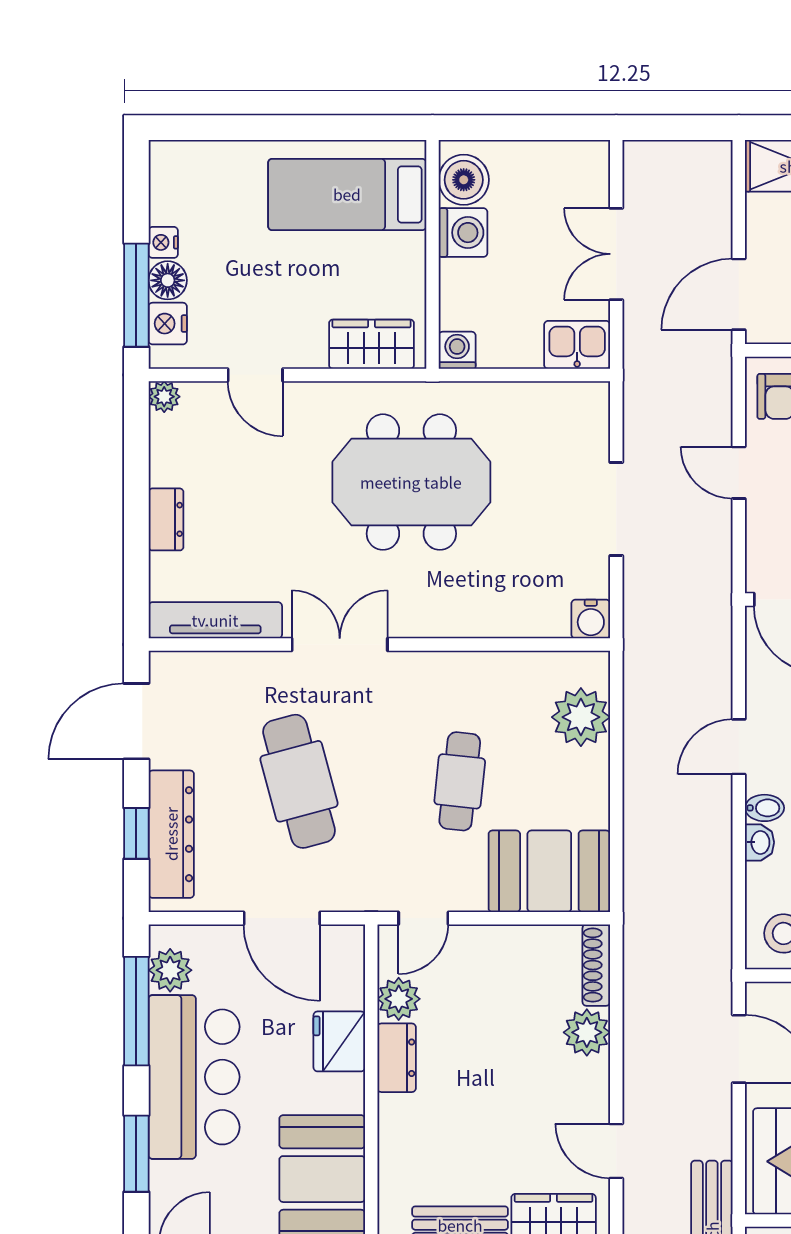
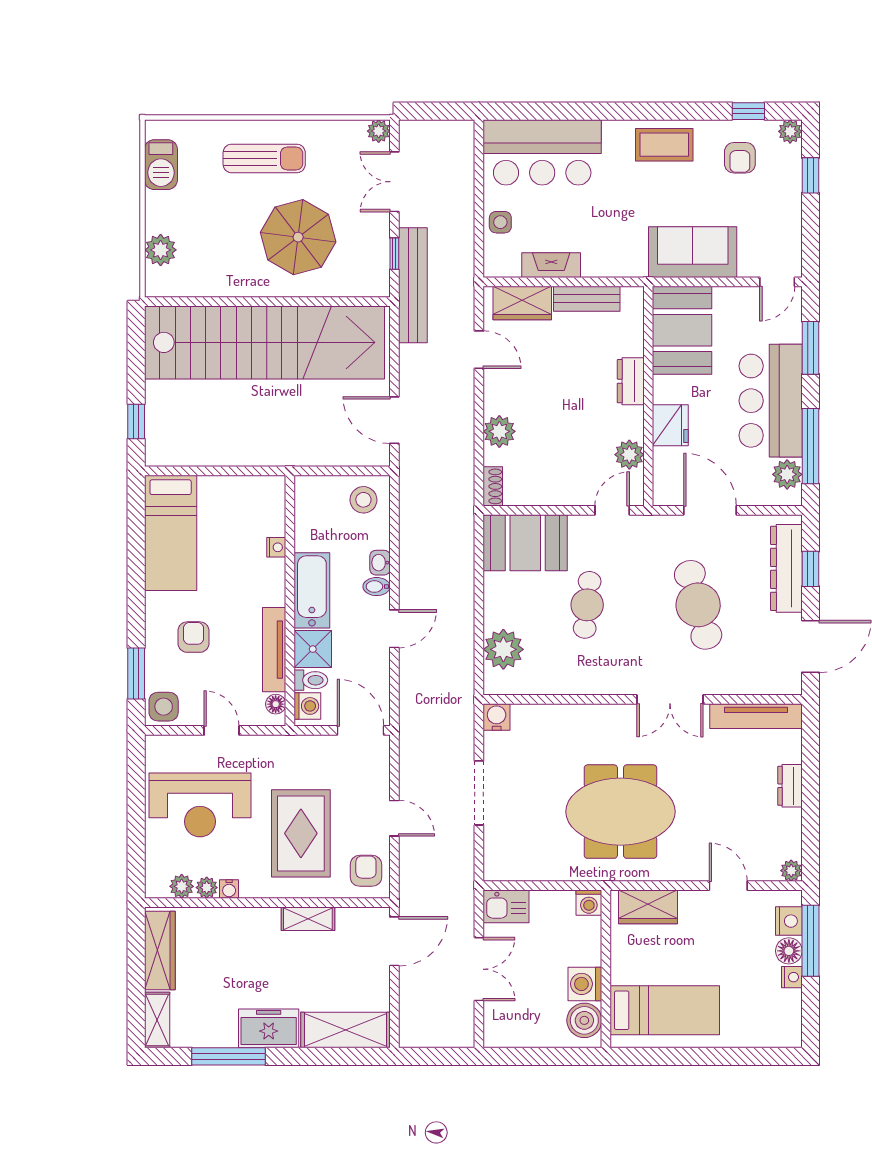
shoe rack: (596, 965) -> (493, 486), width x0.70
dresser: (397, 1058) -> (631, 381), moved

